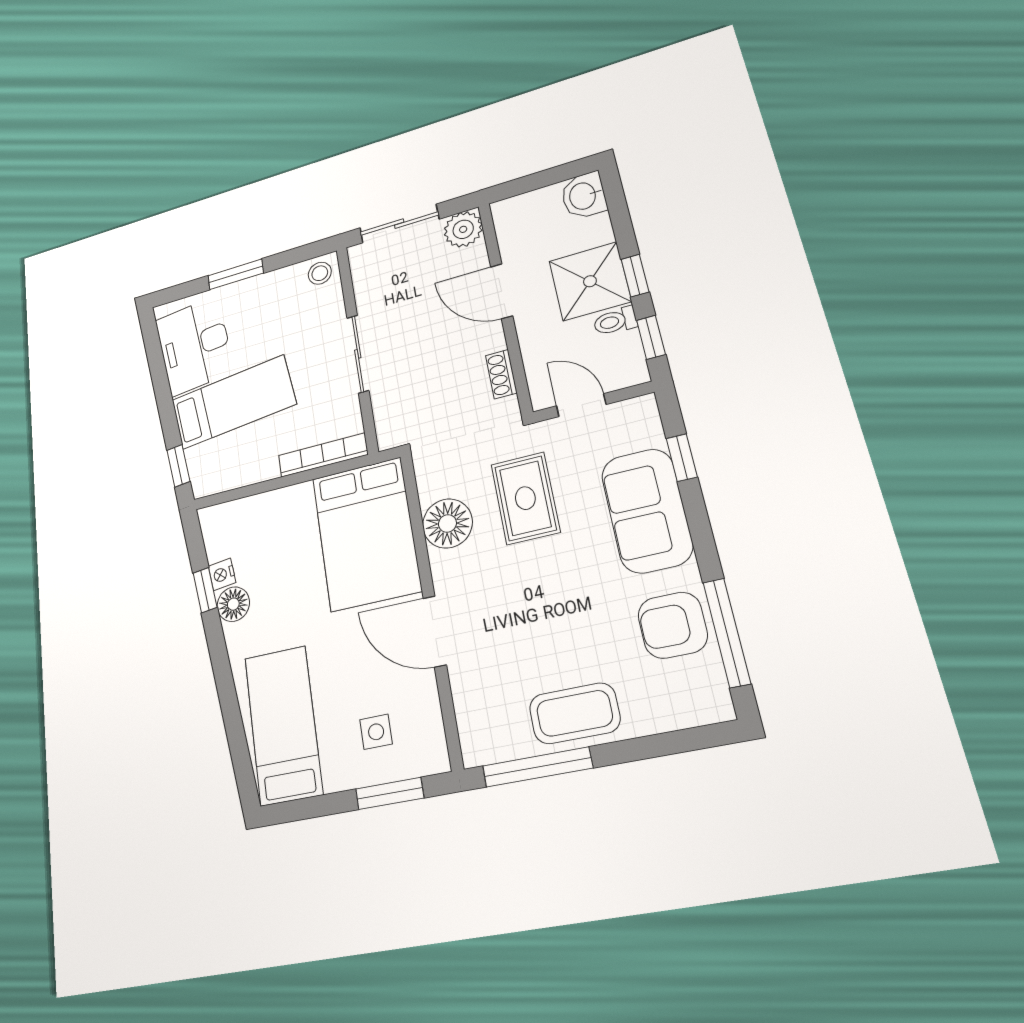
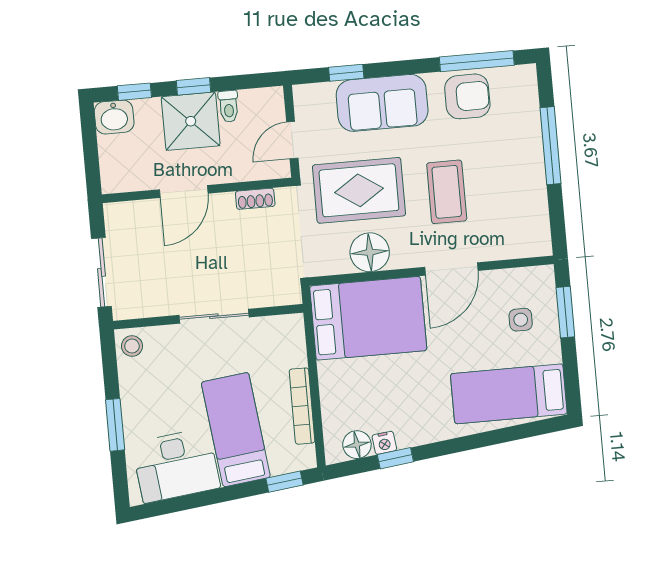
plant: (463, 229) -> (120, 218), removed
window: (651, 337) -> (134, 92), moved
bookcase: (323, 455) -> (302, 406), moved
rug: (525, 498) -> (359, 190), width x1.36, depth x1.43
floor lamp: (233, 604) -> (357, 445), moved
armchair: (673, 625) -> (467, 96), turned -90
coffee table: (575, 713) -> (447, 192), moved
window: (537, 767) -> (551, 146), moved

